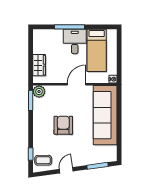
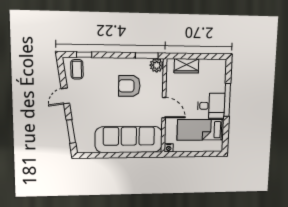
armchair: (63, 125) -> (129, 86), moved, turned 180
door: (66, 170) -> (65, 96), swing flipped

